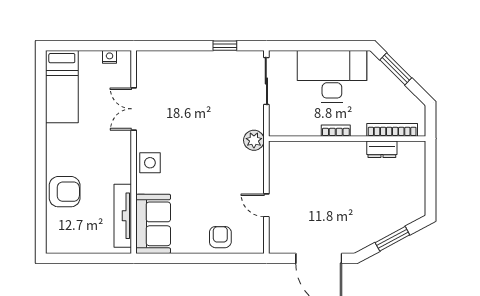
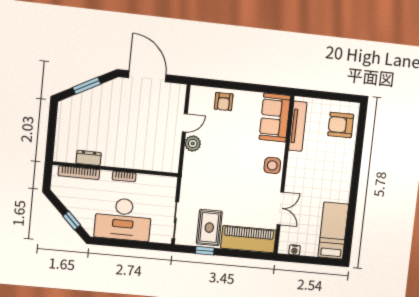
piano: (171, 66) -> (248, 239), added
window: (396, 69) -> (72, 220), width x0.67
rug: (222, 76) -> (209, 228), added
plant: (254, 140) -> (193, 144), moved
armchair: (65, 192) -> (341, 125), moved
door: (266, 205) -> (185, 123), hinge flipped

